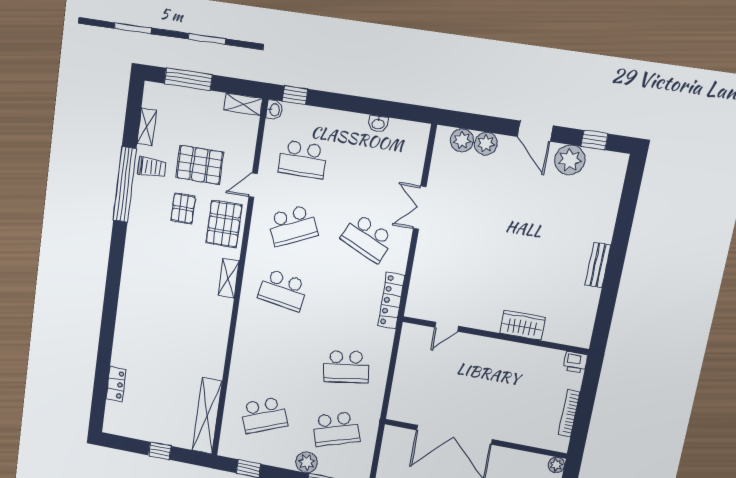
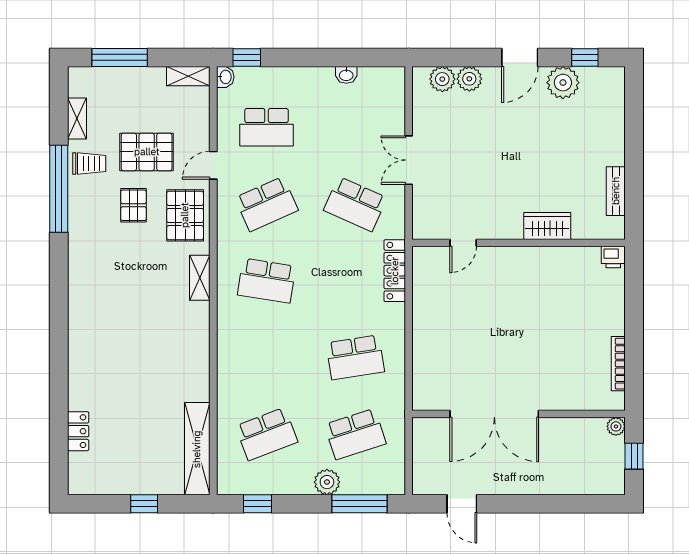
door: (535, 131) -> (520, 57), hinge flipped
wardrobe: (522, 325) -> (547, 226), moved
door: (447, 327) -> (463, 243), moved
wall: (495, 335) -> (519, 243), moved
printer: (575, 362) -> (613, 257), moved

